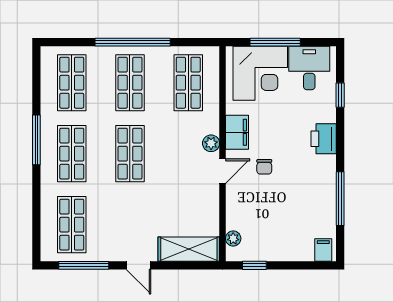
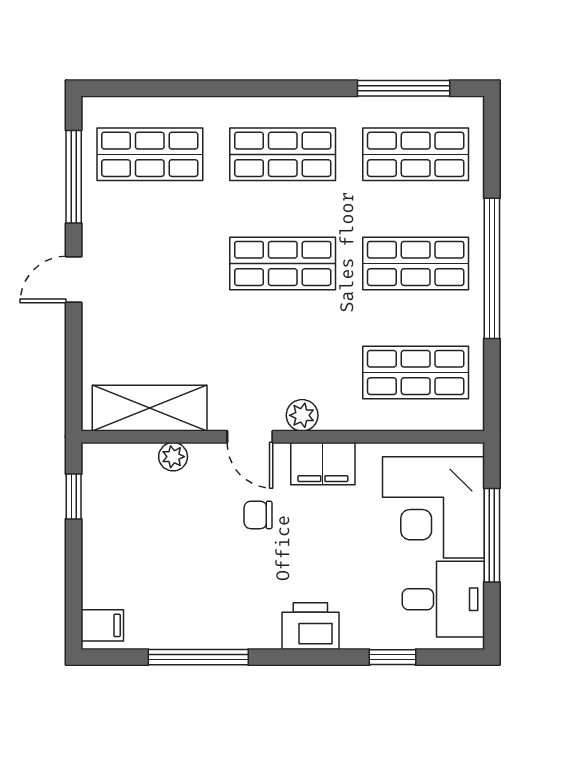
window: (36, 140) -> (404, 88), moved
plant: (233, 239) -> (173, 457), moved
shelving: (189, 249) -> (150, 408), moved, turned 90

